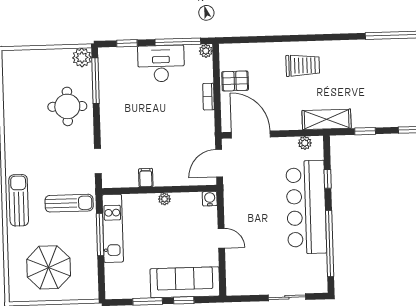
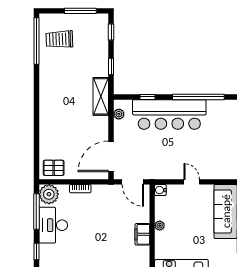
plant: (206, 51) -> (49, 194), width x1.87, depth x1.87
trolley: (303, 65) -> (59, 39), moved, turned -92
pallet: (235, 81) -> (54, 168), moved, turned 90
filing cabinet: (146, 178) -> (142, 234), width x2.00
door: (221, 238) -> (192, 182), hinge flipped

